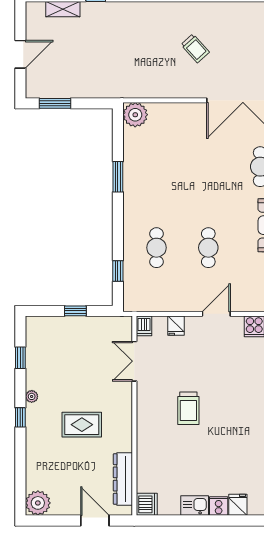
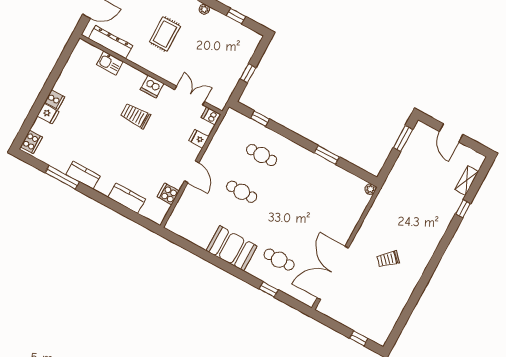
plant: (135, 115) -> (370, 189), width x0.53, depth x0.53
dishwasher: (147, 504) -> (152, 87), moved
kitchen sink: (195, 505) -> (110, 63), moved, turned 90

